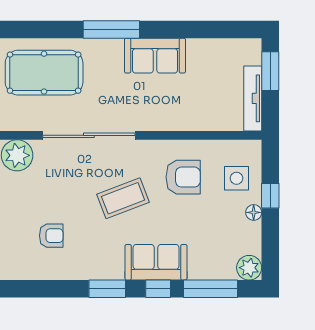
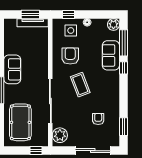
window: (270, 71) -> (30, 14), moved
window: (270, 196) -> (69, 14), moved
sofa: (156, 262) -> (111, 55), moved
window: (107, 289) -> (124, 127), moved

